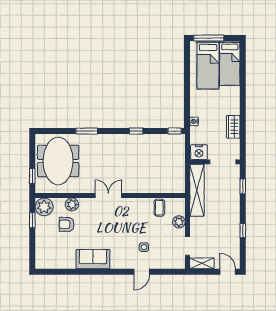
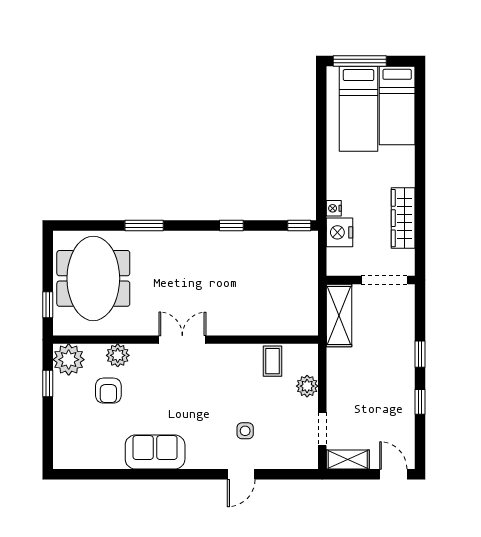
wardrobe: (233, 127) -> (403, 218), width x1.50
nightstand: (199, 152) -> (339, 232), moved, turned 90
window: (243, 186) -> (420, 354), moved
shelving: (197, 190) -> (339, 316), width x0.68
armchair: (67, 224) -> (108, 391), turned -90

